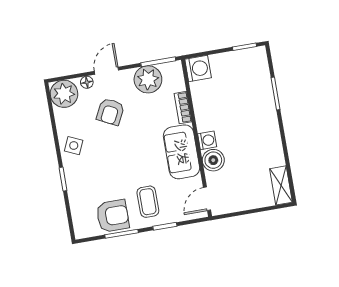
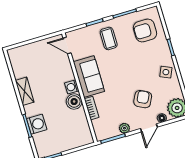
washing machine: (198, 68) -> (37, 124), moved, turned 180
plant: (148, 79) -> (124, 128), width x0.53, depth x0.53
boiler: (213, 160) -> (74, 102), moved
shelving: (281, 185) -> (25, 91), moved
door: (207, 199) -> (67, 45), swing flipped
armchair: (113, 216) -> (145, 31), moved

